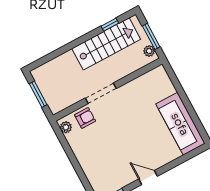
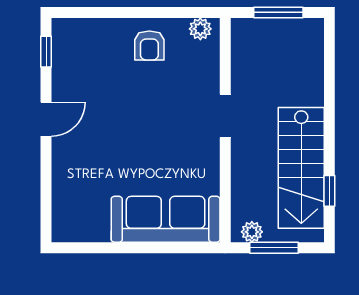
doorway: (101, 93) -> (225, 116), width x0.73
armchair: (85, 118) -> (149, 45), moved
sofa: (180, 124) -> (166, 219), moved

